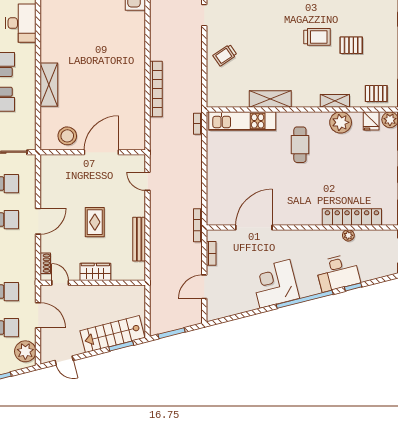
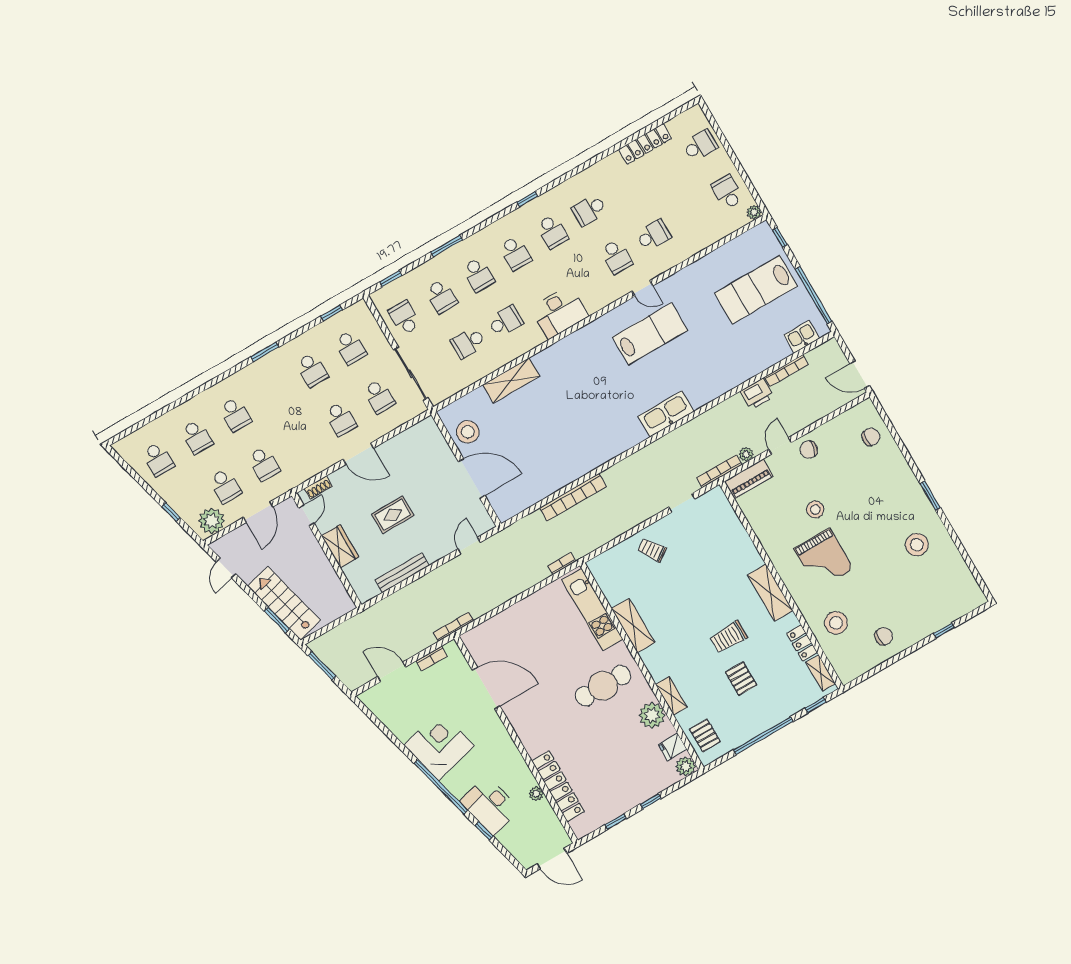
trolley: (317, 37) -> (729, 637), turned 90
cafe table: (300, 145) -> (603, 686), width x1.37, depth x1.35

